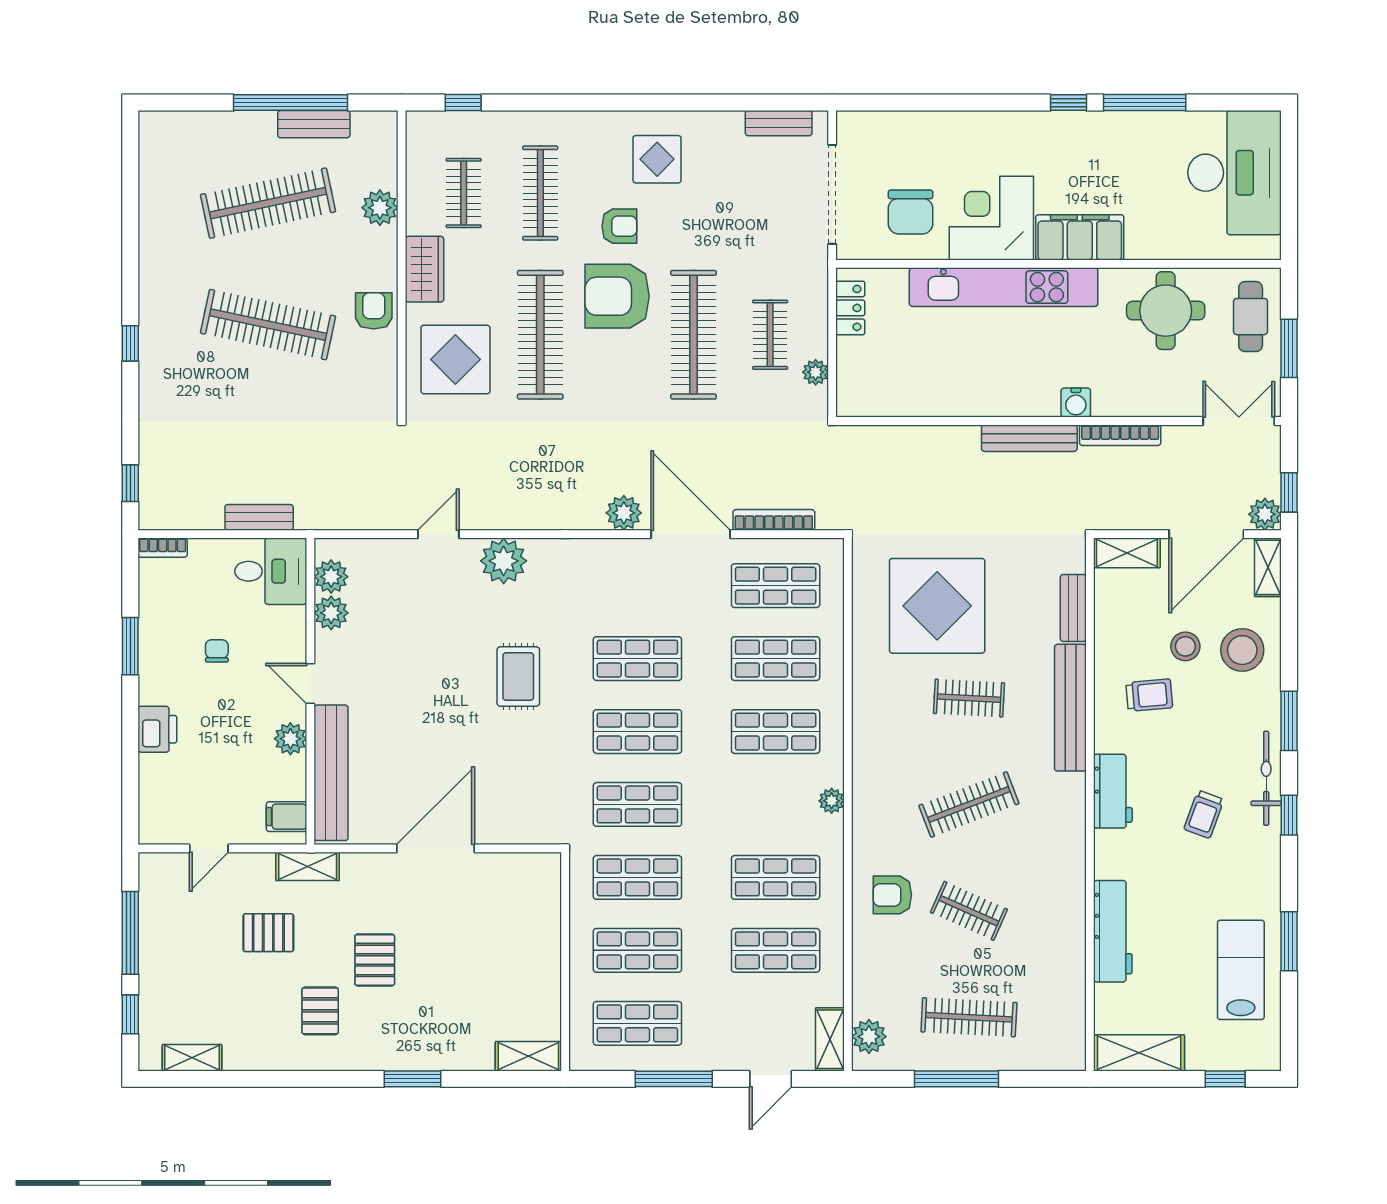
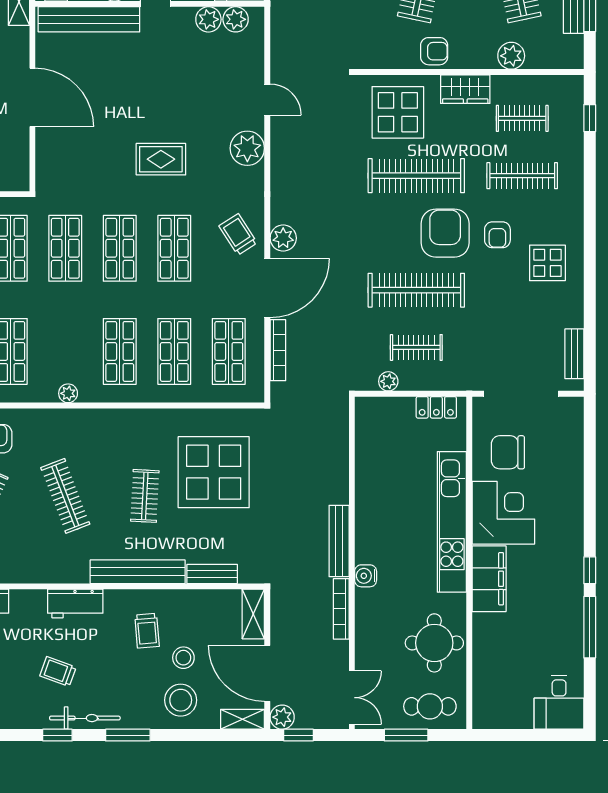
desk: (1234, 173) -> (559, 702), width x0.53, depth x0.77
trolley: (619, 573) -> (238, 234), added

